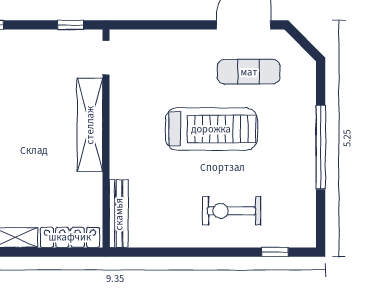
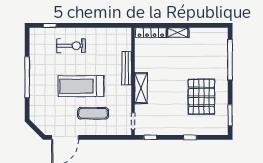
exercise mat: (249, 72) -> (93, 113), moved
shelving: (90, 125) -> (141, 88), width x0.68
bench: (119, 214) -> (127, 68), moved

